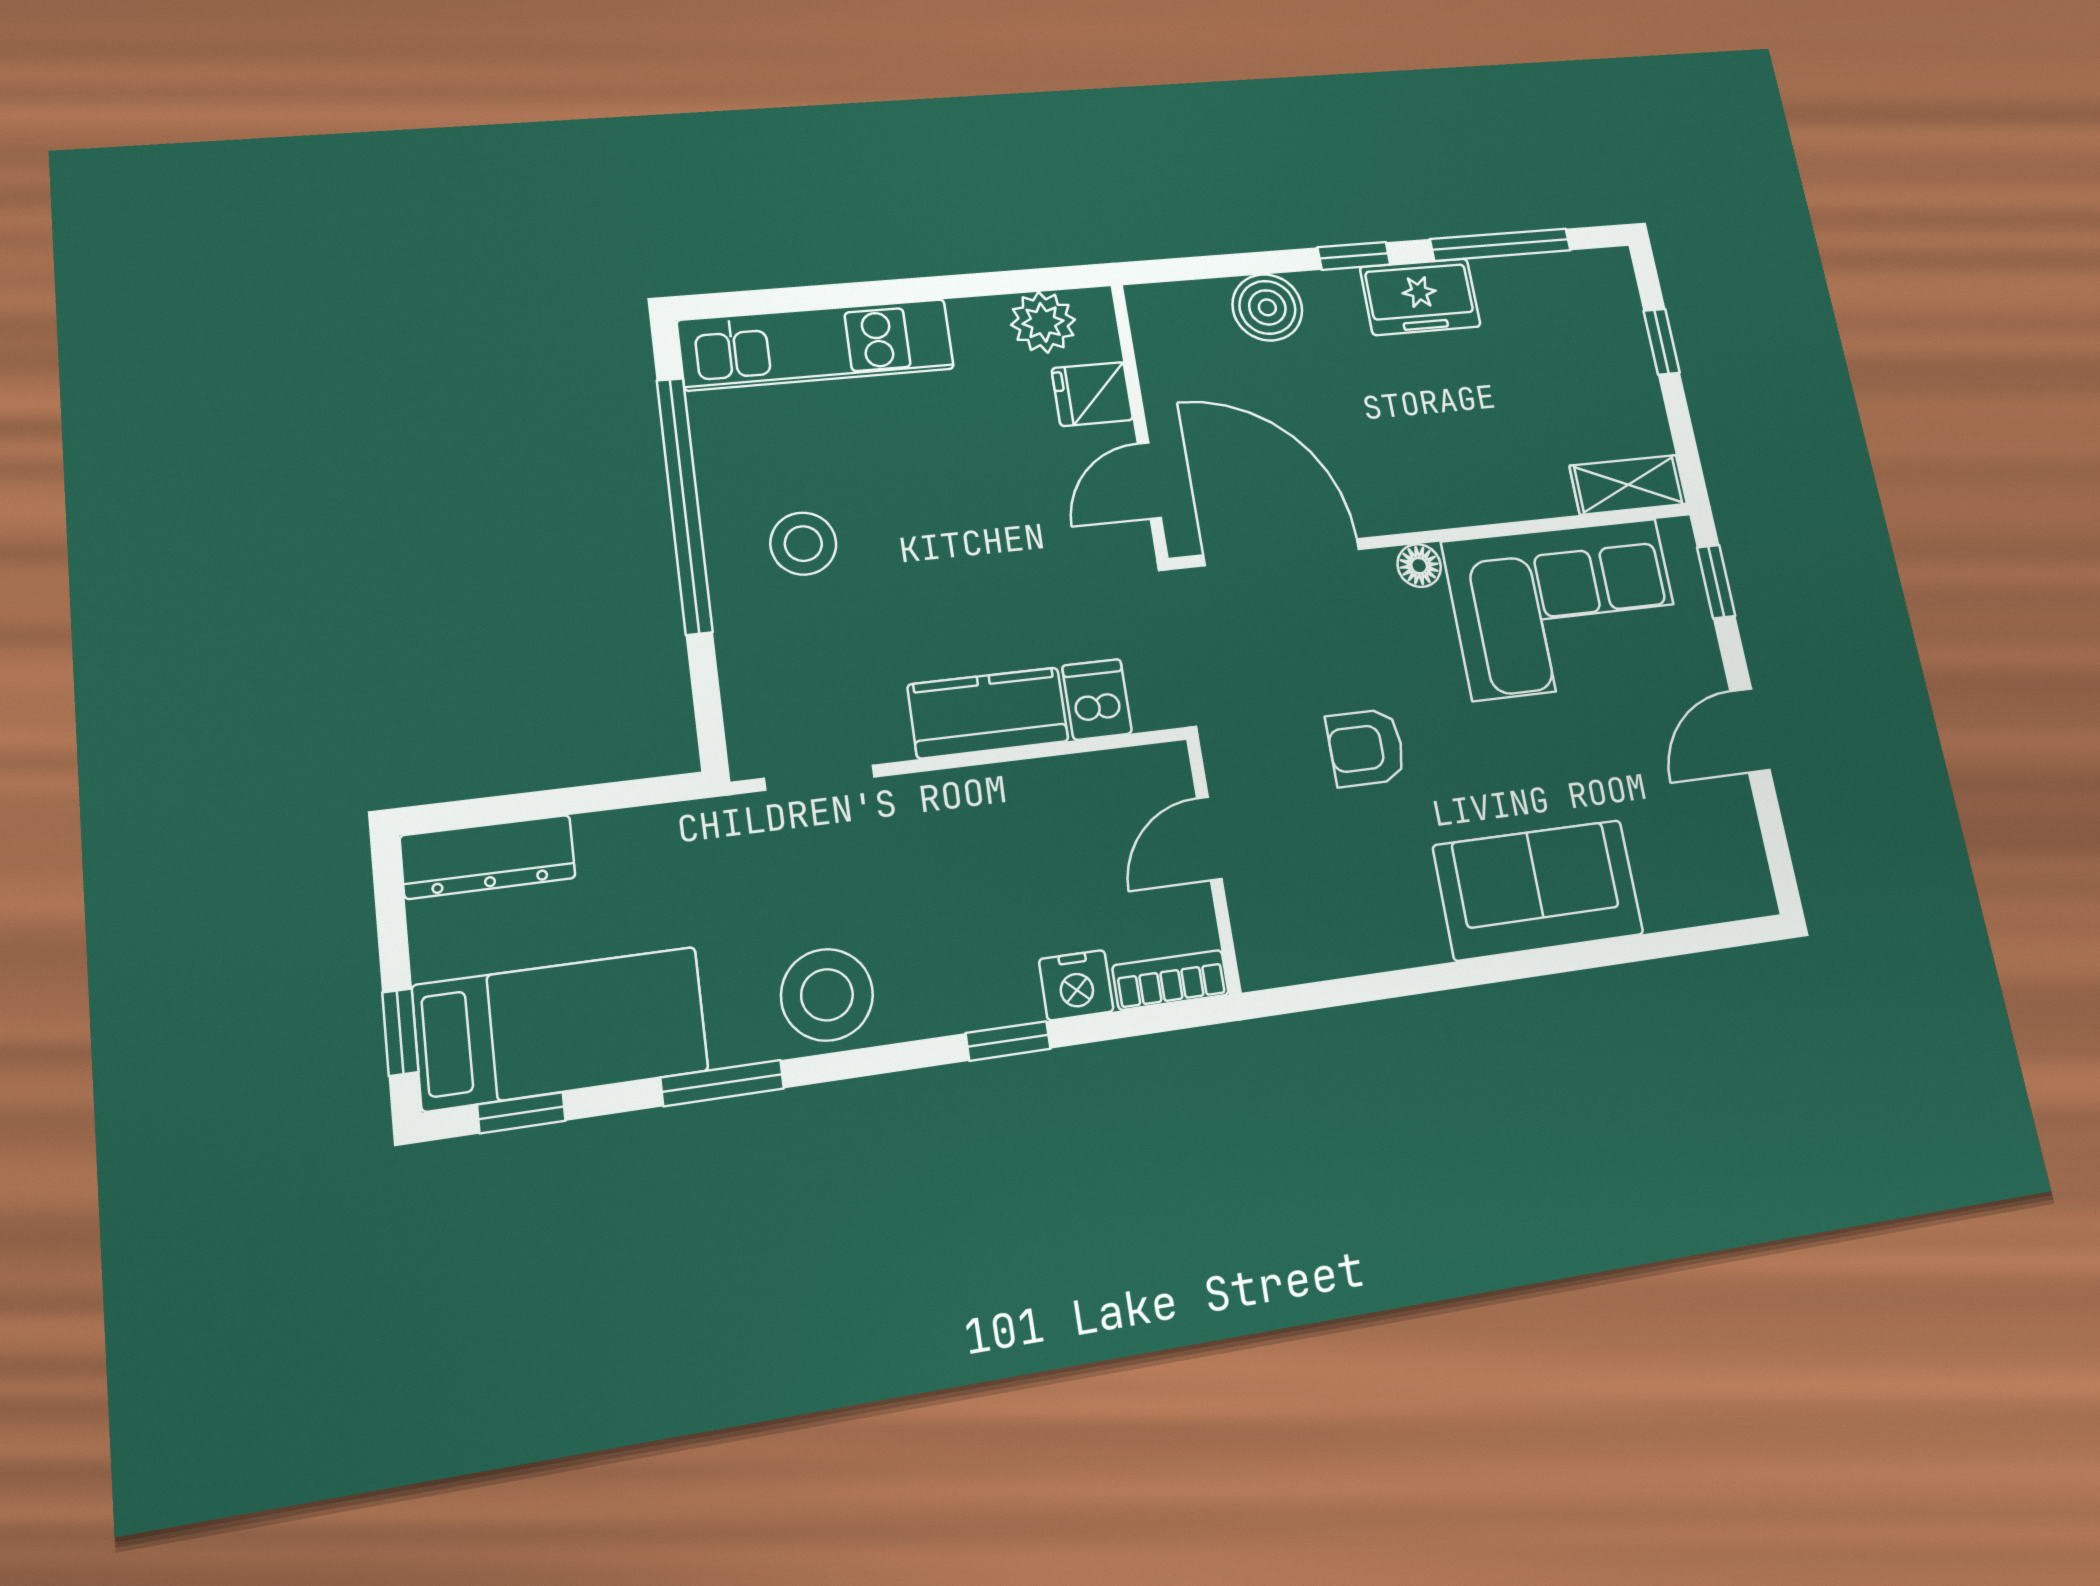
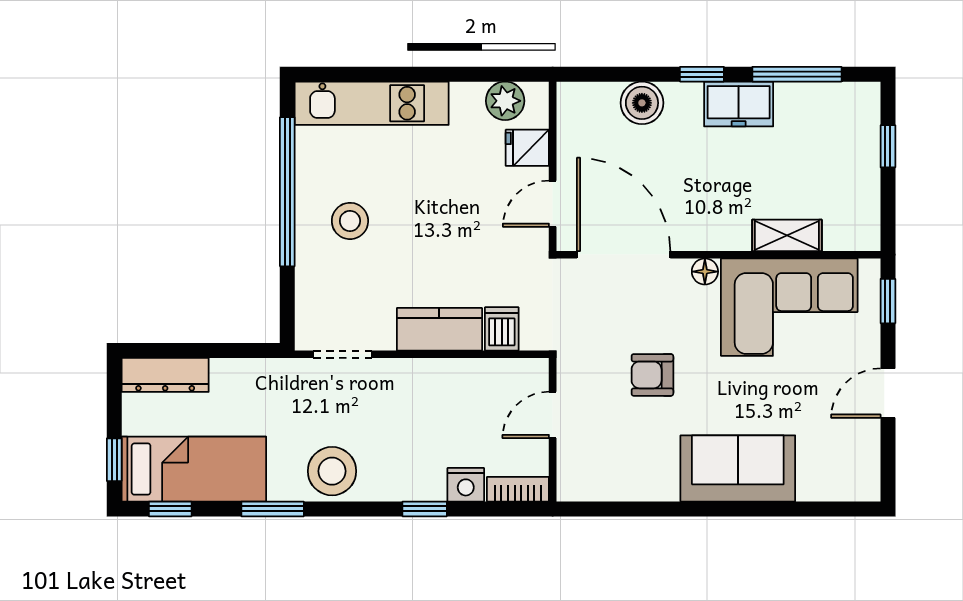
shelving: (1628, 485) -> (787, 235), moved

